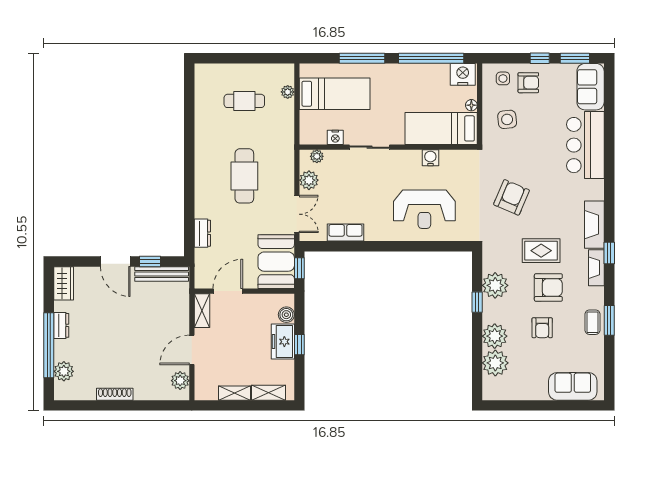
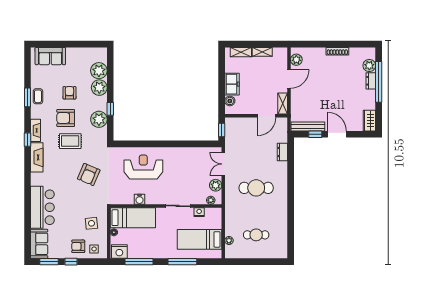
window: (431, 58) -> (139, 262), width x0.68
cafe table: (244, 176) -> (256, 188), turned 90
row of seats: (346, 232) -> (193, 152), removed
booth: (276, 262) -> (236, 134), removed
dresser: (61, 325) -> (371, 81), moved
window: (299, 345) -> (222, 82), removed

